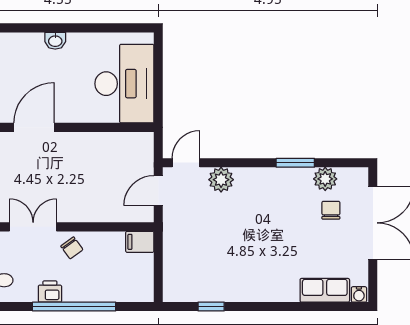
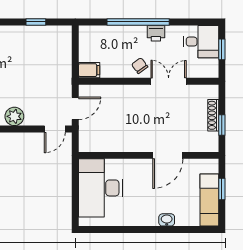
washbasin: (55, 41) -> (167, 220), moved
plant: (221, 180) -> (14, 116), moved
double door: (33, 227) -> (169, 81), swing flipped

